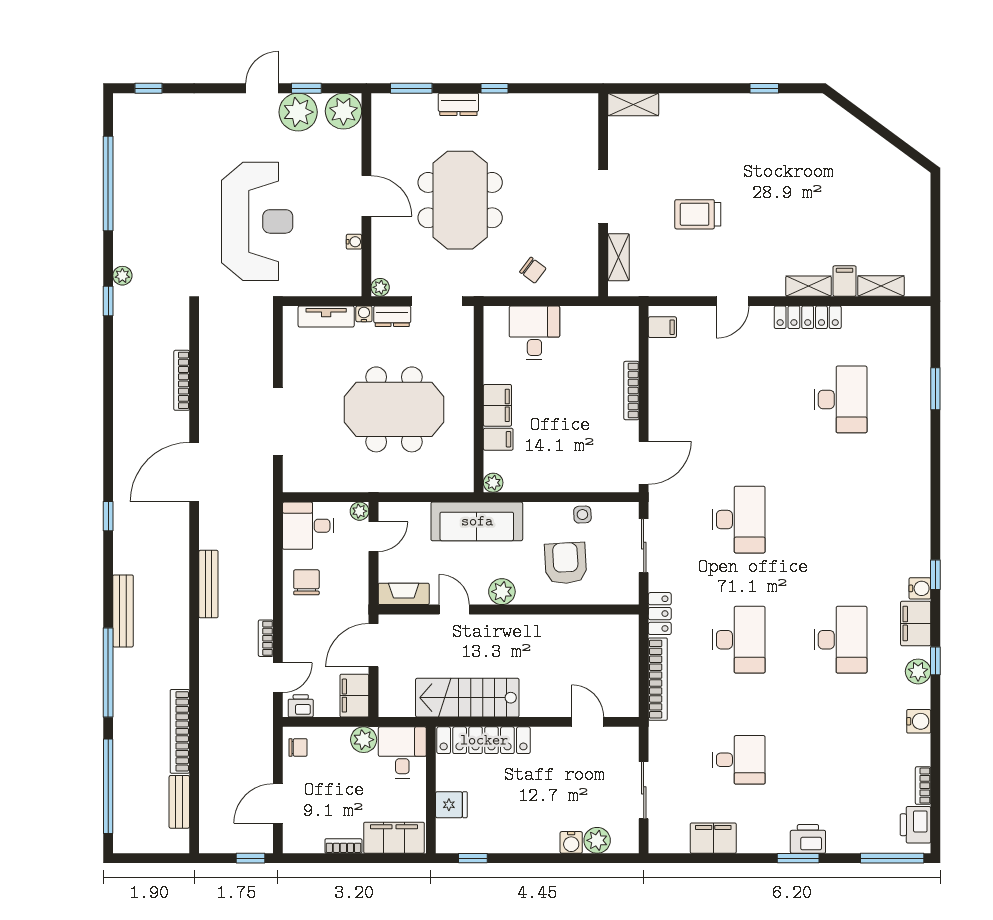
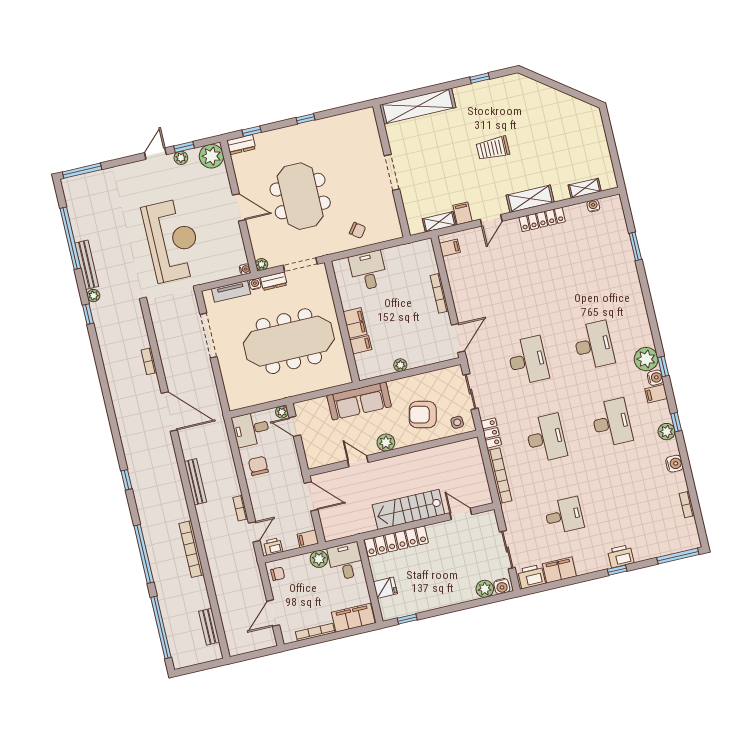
window: (148, 88) -> (82, 171), width x2.17
window: (411, 88) -> (252, 131), width x0.67
dresser: (458, 104) -> (241, 145), moved
shelving: (633, 104) -> (418, 106), width x2.20, depth x1.33
plant: (298, 112) -> (181, 158), width x0.53, depth x0.53
trolley: (698, 214) -> (493, 148), moved
water cooler: (354, 242) -> (245, 269), moved
shelving: (618, 257) -> (439, 222), moved, turned 90
filing cabinet: (845, 281) -> (462, 213), moved
shelving: (809, 286) -> (530, 199), width x1.50, depth x1.33
water cooler: (888, 315) -> (593, 206), added
bookcase: (182, 380) -> (149, 361), width x0.64
desk: (840, 399) -> (594, 345), moved
meeting table: (394, 409) -> (289, 341), width x1.36
doorway: (278, 421) -> (209, 336), moved
door: (194, 472) -> (169, 412), swing flipped
plant: (493, 483) -> (400, 365), moved
side table: (582, 515) -> (457, 422), moved
window: (108, 516) -> (127, 480), moved
door: (374, 537) -> (295, 426), swing flipped
plant: (913, 558) -> (646, 359), added
armchair: (566, 563) -> (423, 415), turned -74
fireplace: (404, 594) -> (323, 459), removed
bench: (123, 611) -> (87, 265), moved
filing cabinet: (916, 623) -> (656, 394), width x0.50
door: (374, 645) -> (311, 496), swing flipped
filing cabinet: (354, 696) -> (308, 539), width x0.50
stairs: (467, 698) -> (408, 509), moved
bookcase: (180, 731) -> (191, 549), moved
printer: (915, 825) -> (532, 577), moved, turned 90
water cooler: (571, 842) -> (502, 586), moved
bookcase: (343, 846) -> (315, 632), width x1.56
window: (250, 858) -> (264, 652), removed
window: (798, 858) -> (617, 570), width x0.67

